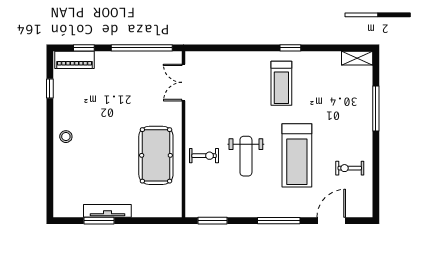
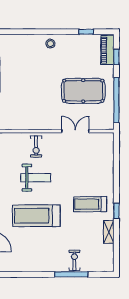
shelving: (357, 58) -> (109, 232), moved
double door: (184, 82) -> (75, 131), moved
pool table: (156, 155) -> (83, 91), moved
weight bench: (246, 156) -> (36, 178), turned 180
exercise bike: (350, 168) -> (74, 260), moved

